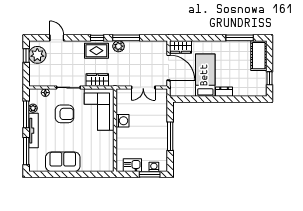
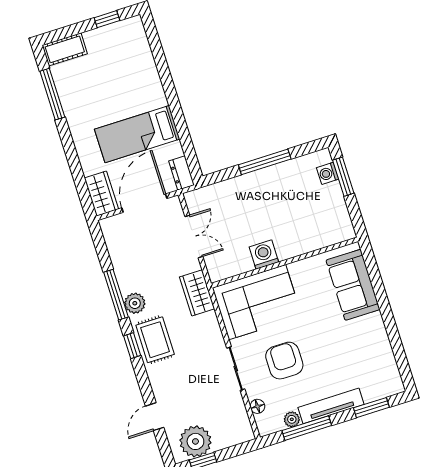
cot: (259, 56) -> (65, 49), width x0.73, depth x0.75
wardrobe: (97, 80) -> (197, 293), moved
dresser: (224, 92) -> (182, 173), moved
window: (26, 151) -> (371, 408), width x0.69
sofa: (63, 162) -> (353, 285), moved
kitchen sink: (132, 165) -> (337, 212), removed

